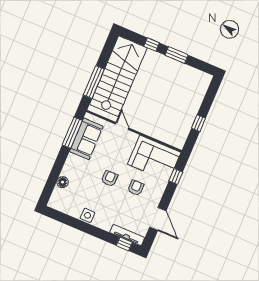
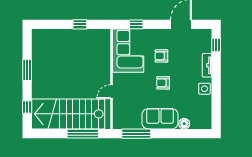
window: (152, 44) -> (27, 107), moved
sofa: (86, 139) -> (160, 119), moved
tv unit: (127, 235) -> (207, 65), moved, width x0.71

